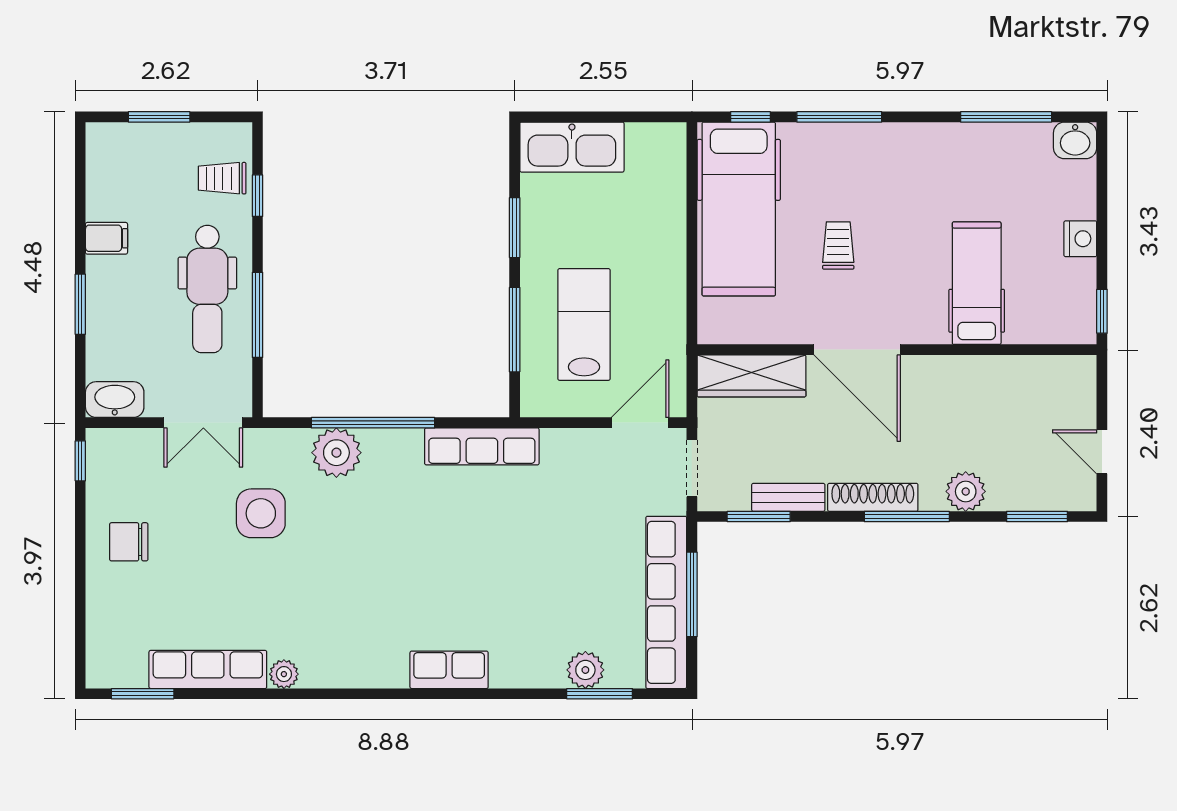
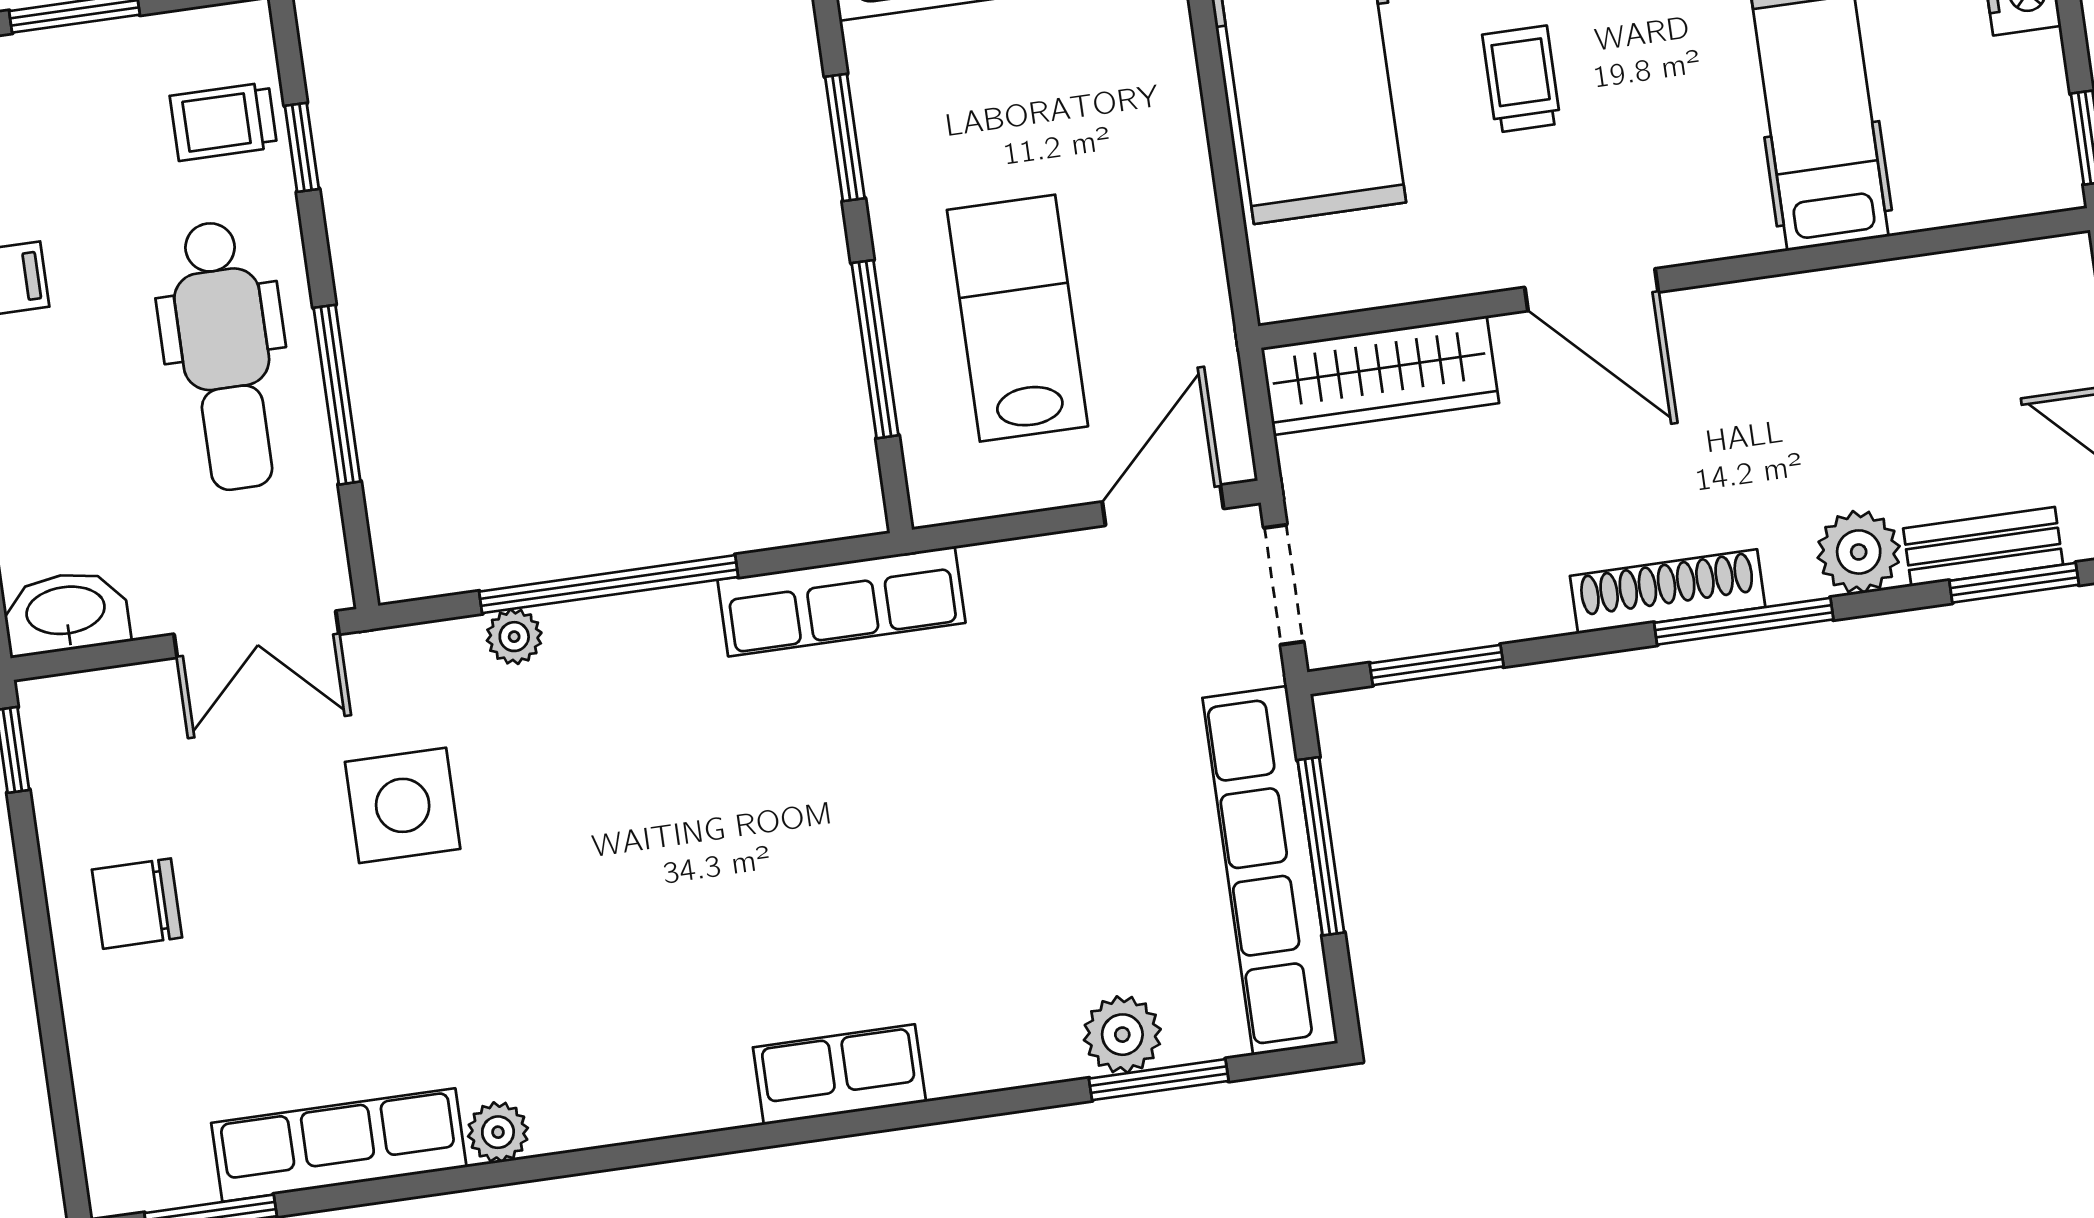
door: (857, 350) -> (1591, 290), width x0.73
plant: (336, 453) -> (514, 637), width x0.53, depth x0.53
bench: (788, 497) -> (1983, 547), moved

